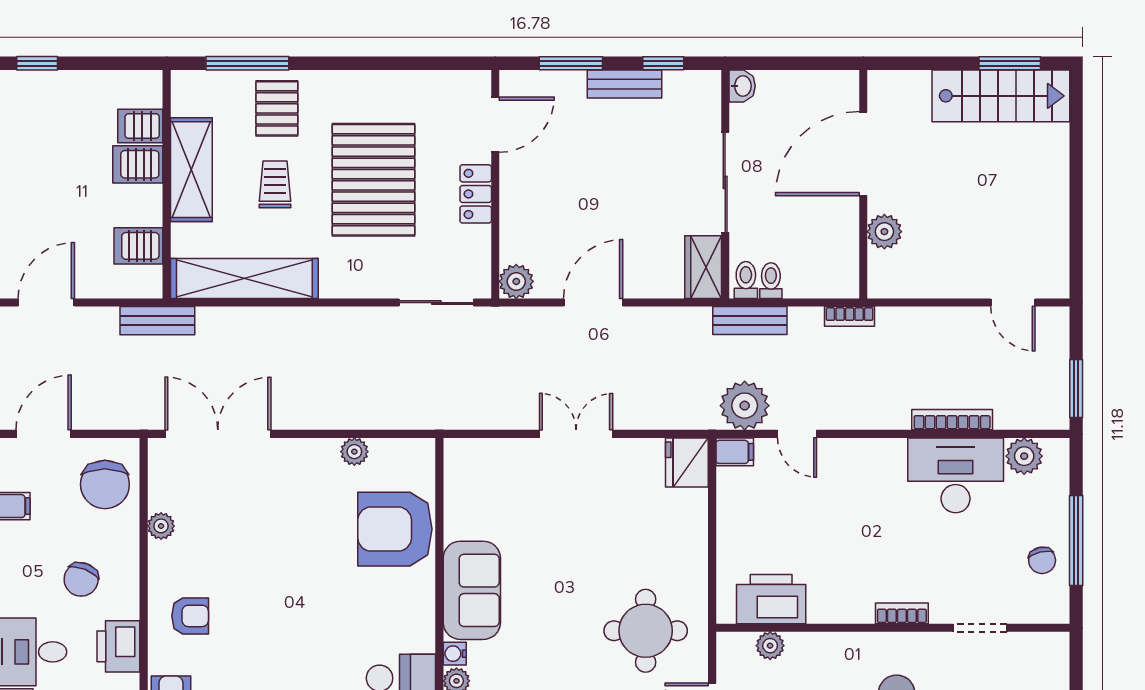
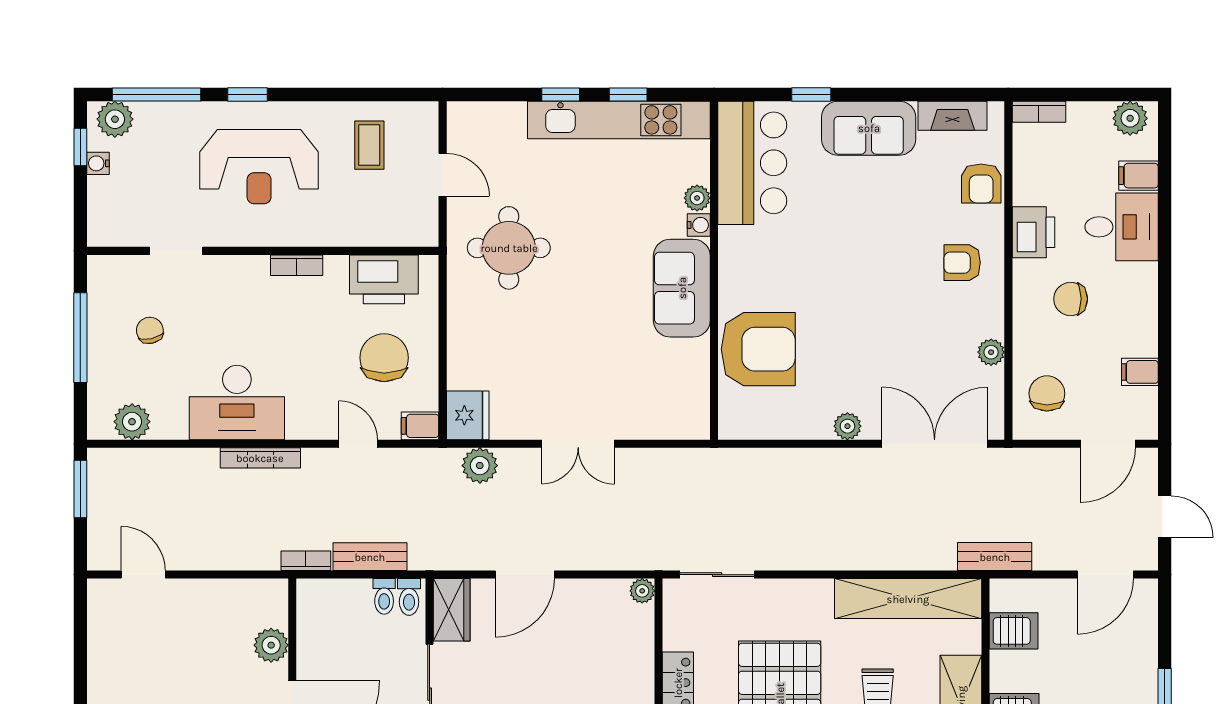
plant: (516, 281) -> (642, 591), width x0.73, depth x0.73
door: (593, 303) -> (525, 575), moved
bench: (750, 321) -> (370, 557), moved
plant: (745, 406) -> (480, 466), moved, width x0.73, depth x0.73
bookcase: (952, 420) -> (260, 458), moved
double door: (218, 434) -> (935, 444), swing flipped
plant: (354, 452) -> (847, 426), moved
desk: (956, 475) -> (237, 403), moved
chair: (105, 484) -> (1047, 393), width x0.73, depth x0.73
chair: (771, 520) -> (384, 358), added
chair: (1042, 560) -> (150, 330), moved
chair: (81, 579) -> (1071, 299), turned -112
bookcase: (902, 613) -> (297, 265), moved
plant: (770, 646) -> (385, 233), removed

